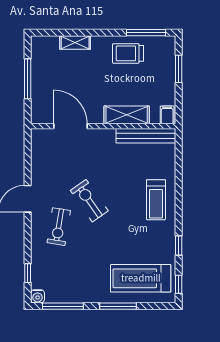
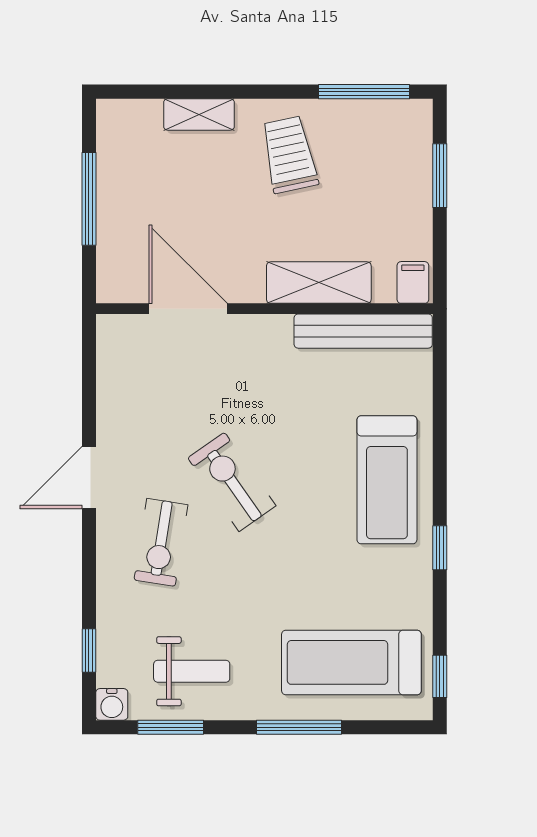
trolley: (128, 53) -> (289, 155), moved, turned 78
treadmill: (156, 200) -> (387, 480), width x1.37, depth x1.38
window: (179, 246) -> (440, 548), moved
weight bench: (72, 282) -> (192, 671), added
window: (63, 306) -> (171, 727), width x0.69

